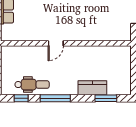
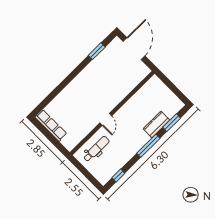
dental chair: (32, 85) -> (96, 149), moved
window: (55, 98) -> (148, 146), moved

